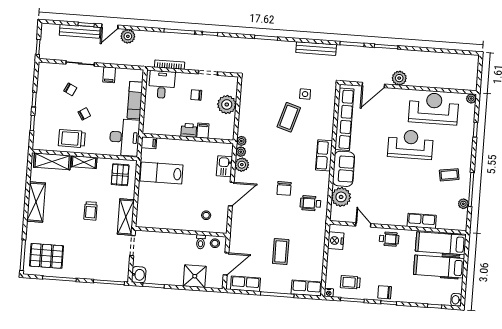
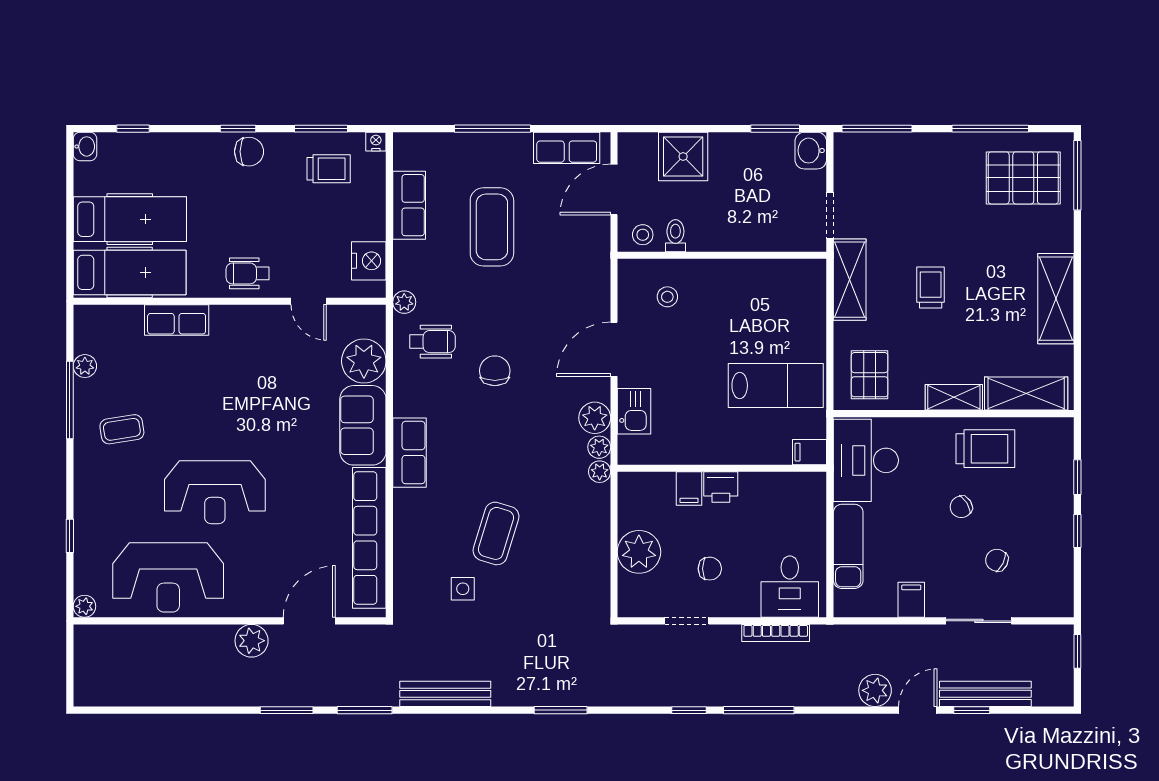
plant: (321, 221) -> (404, 302), added
coffee table: (281, 252) -> (492, 227), width x1.36, depth x1.32
row of seats: (307, 288) -> (409, 205), moved, turned -90

